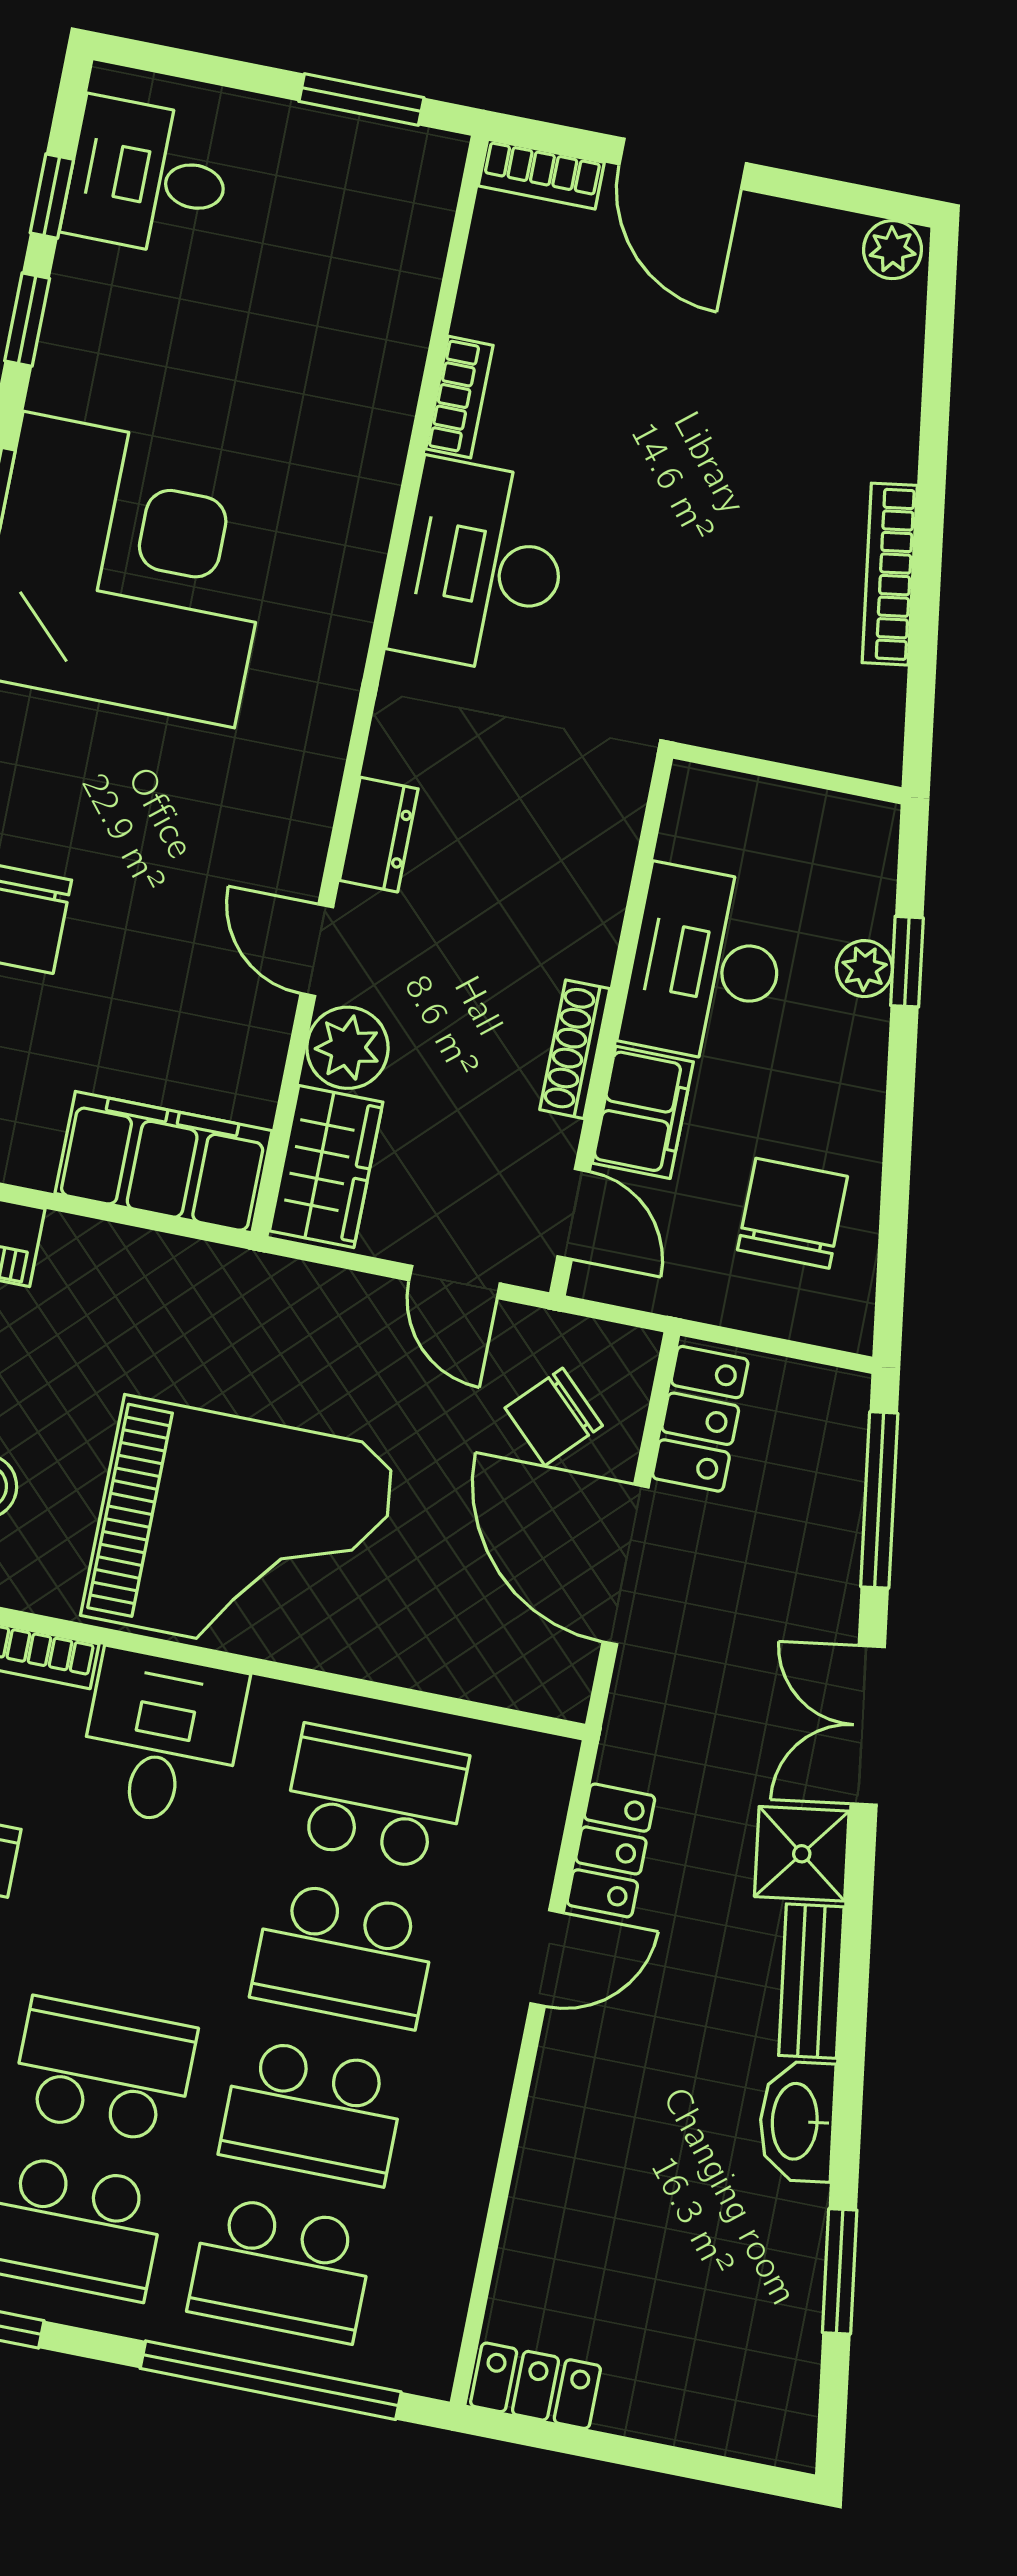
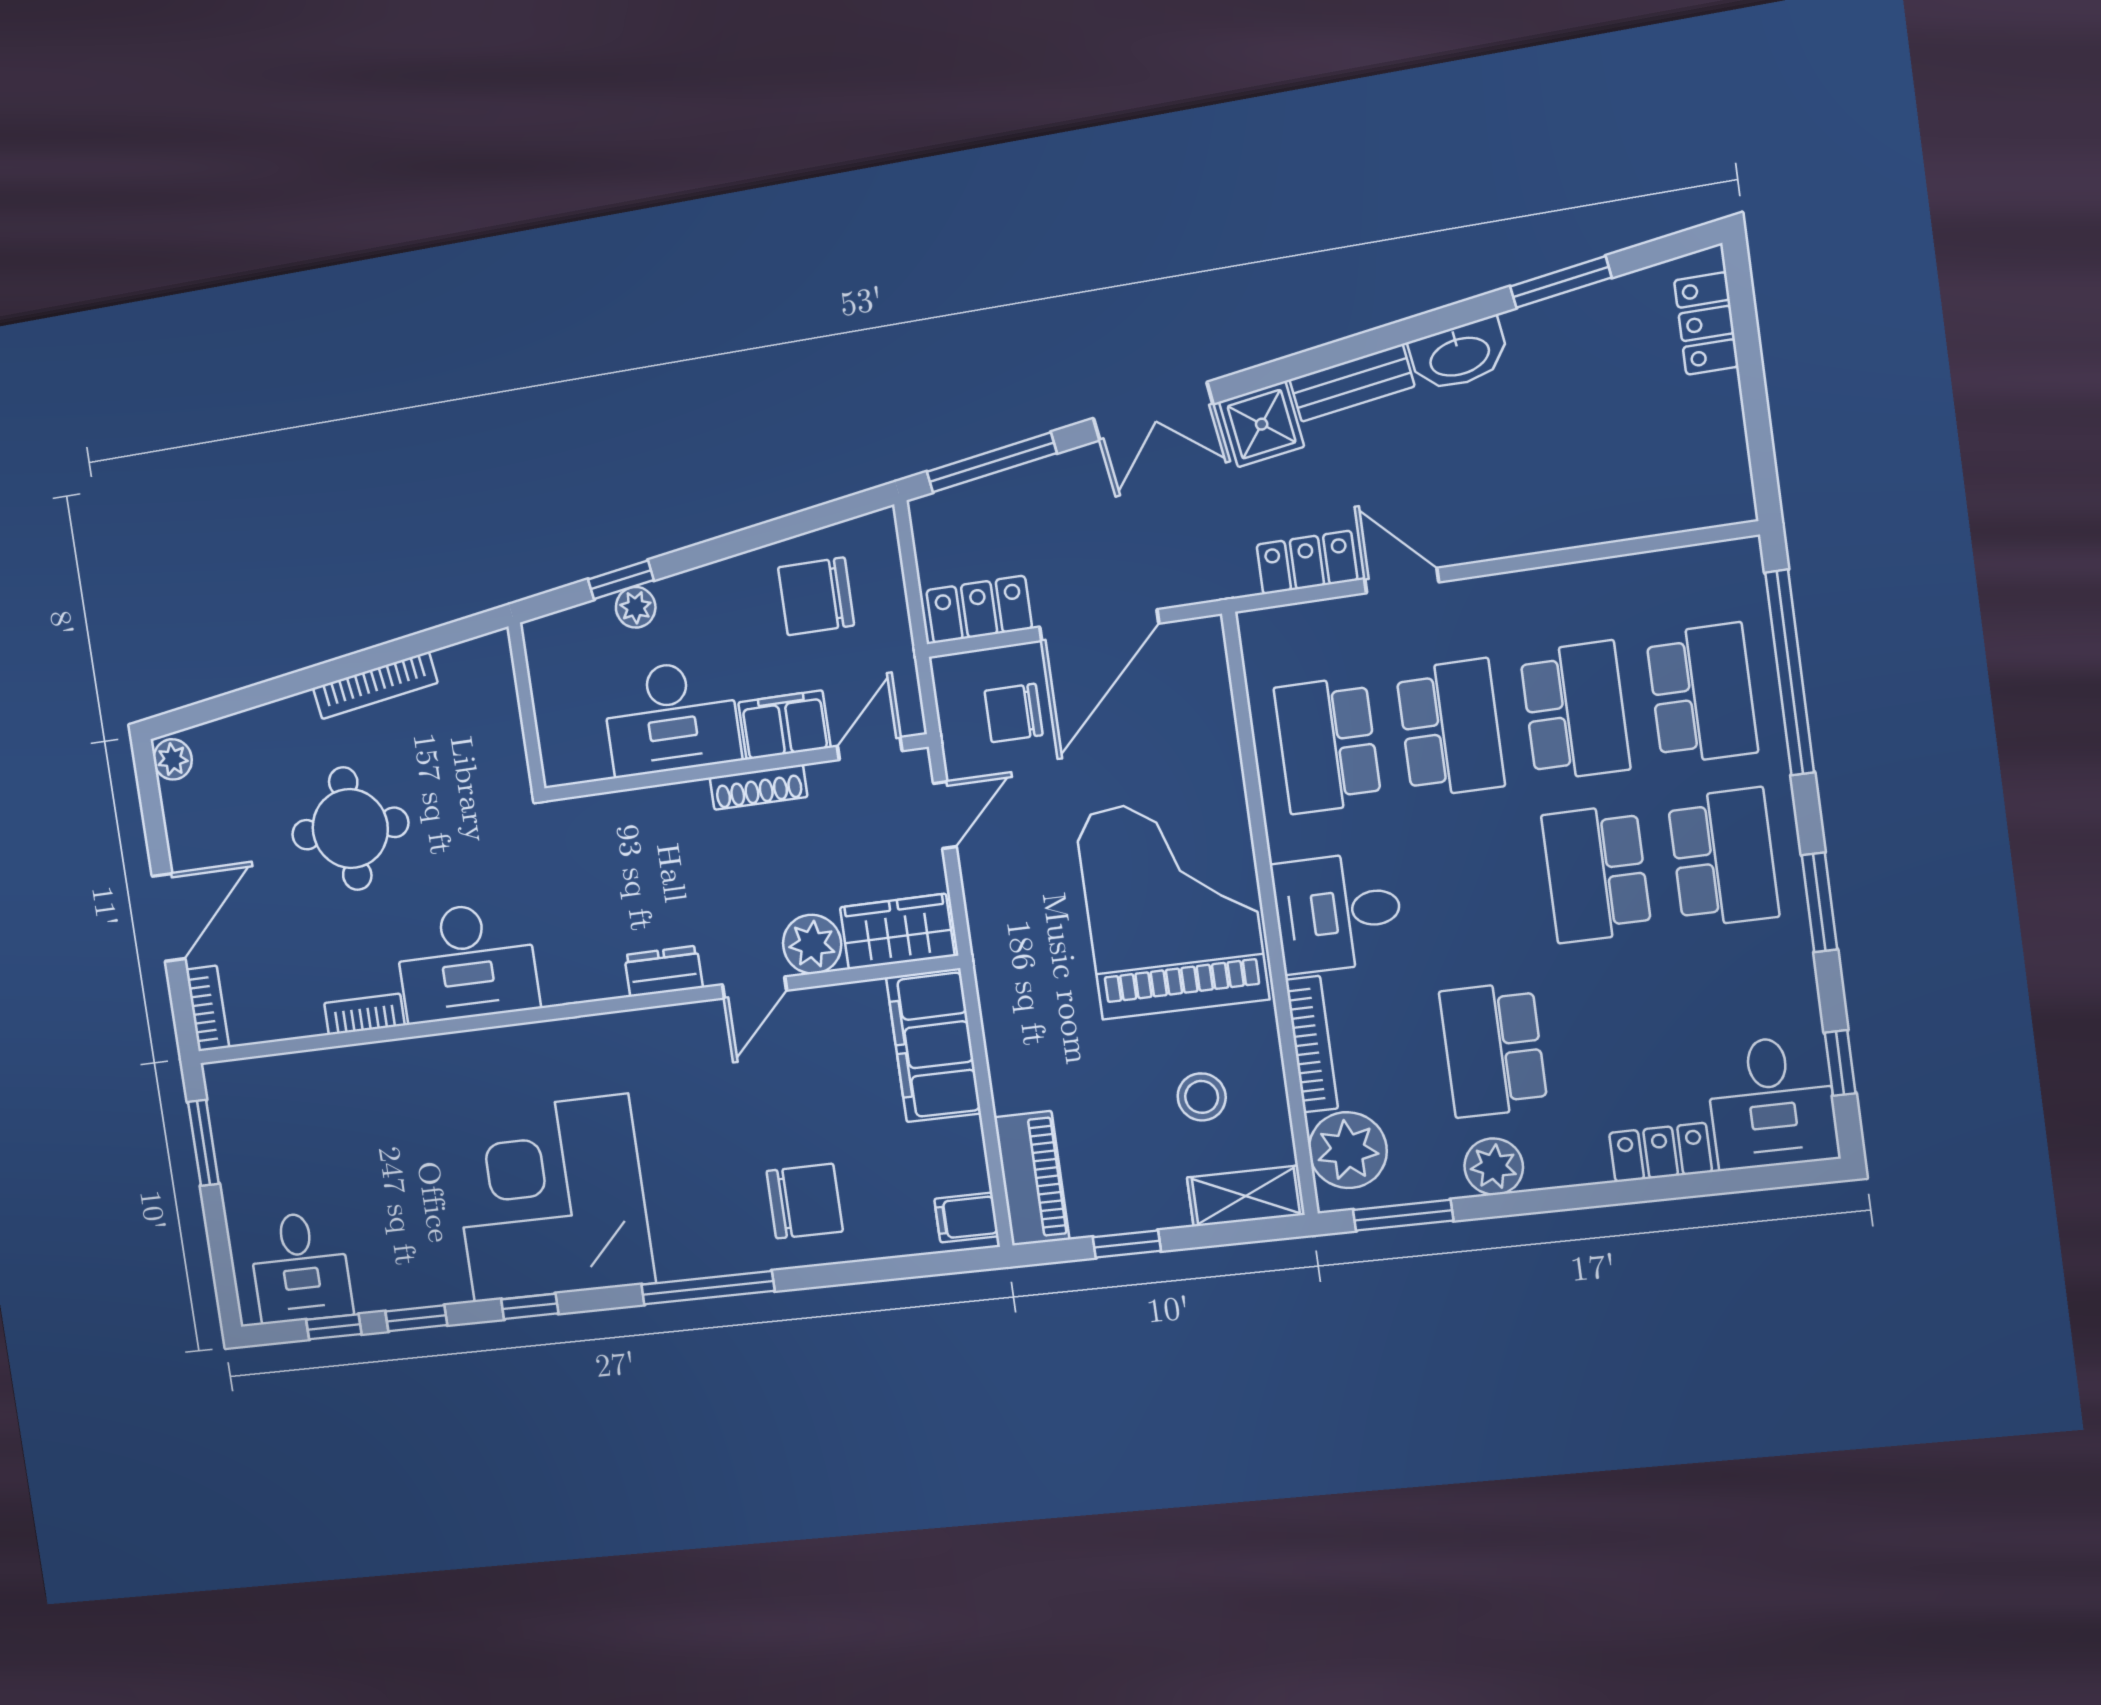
round table: (713, 469) -> (350, 829), added
chair: (554, 1417) -> (1014, 713), turned 136
locker: (535, 2386) -> (1706, 323), moved

